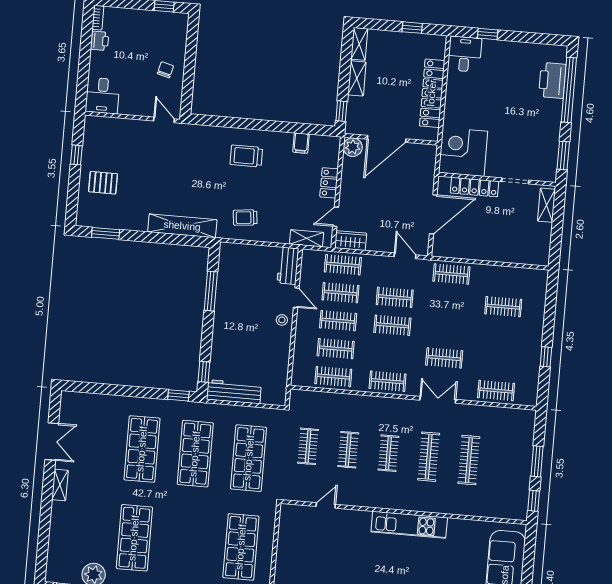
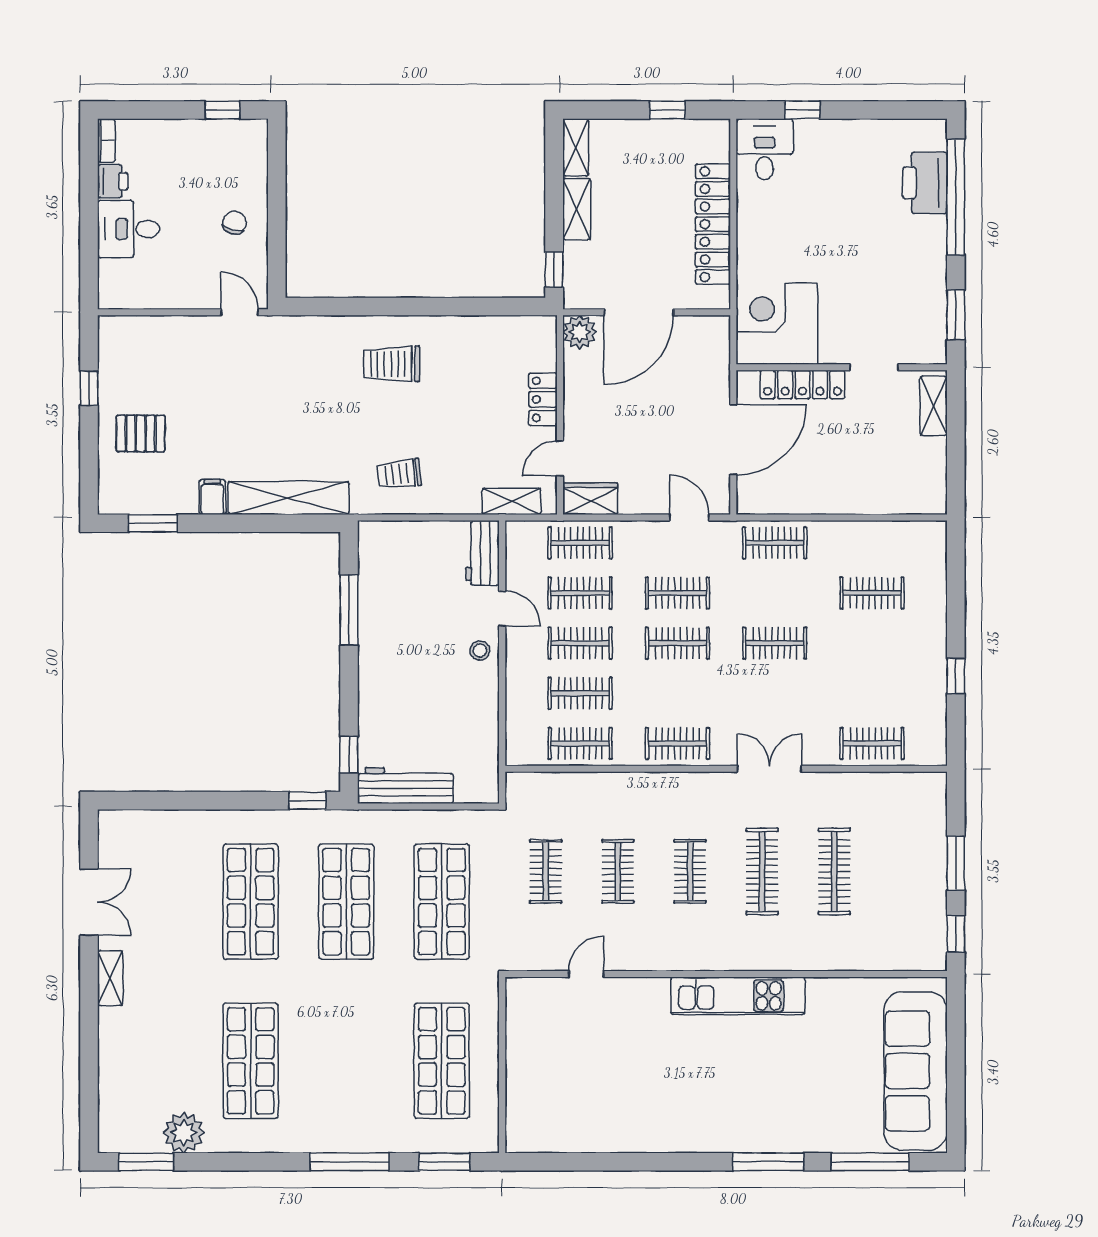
desk: (102, 96) -> (129, 229), moved, turned 90
filing cabinet: (301, 143) -> (212, 497), moved, turned 180
clothes rail: (444, 358) -> (775, 643), moved

